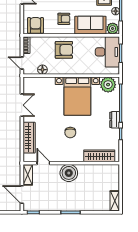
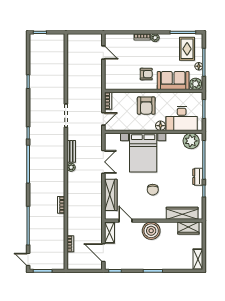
armchair: (35, 25) -> (117, 81), removed
armchair: (64, 50) -> (146, 106), turned 90
desk: (107, 52) -> (182, 118), moved, turned 90
door: (22, 63) -> (103, 119), swing flipped
floor lamp: (42, 70) -> (160, 126), moved
bed with nightstands: (77, 96) -> (143, 153), moved
wardrobe: (105, 170) -> (188, 228), added

